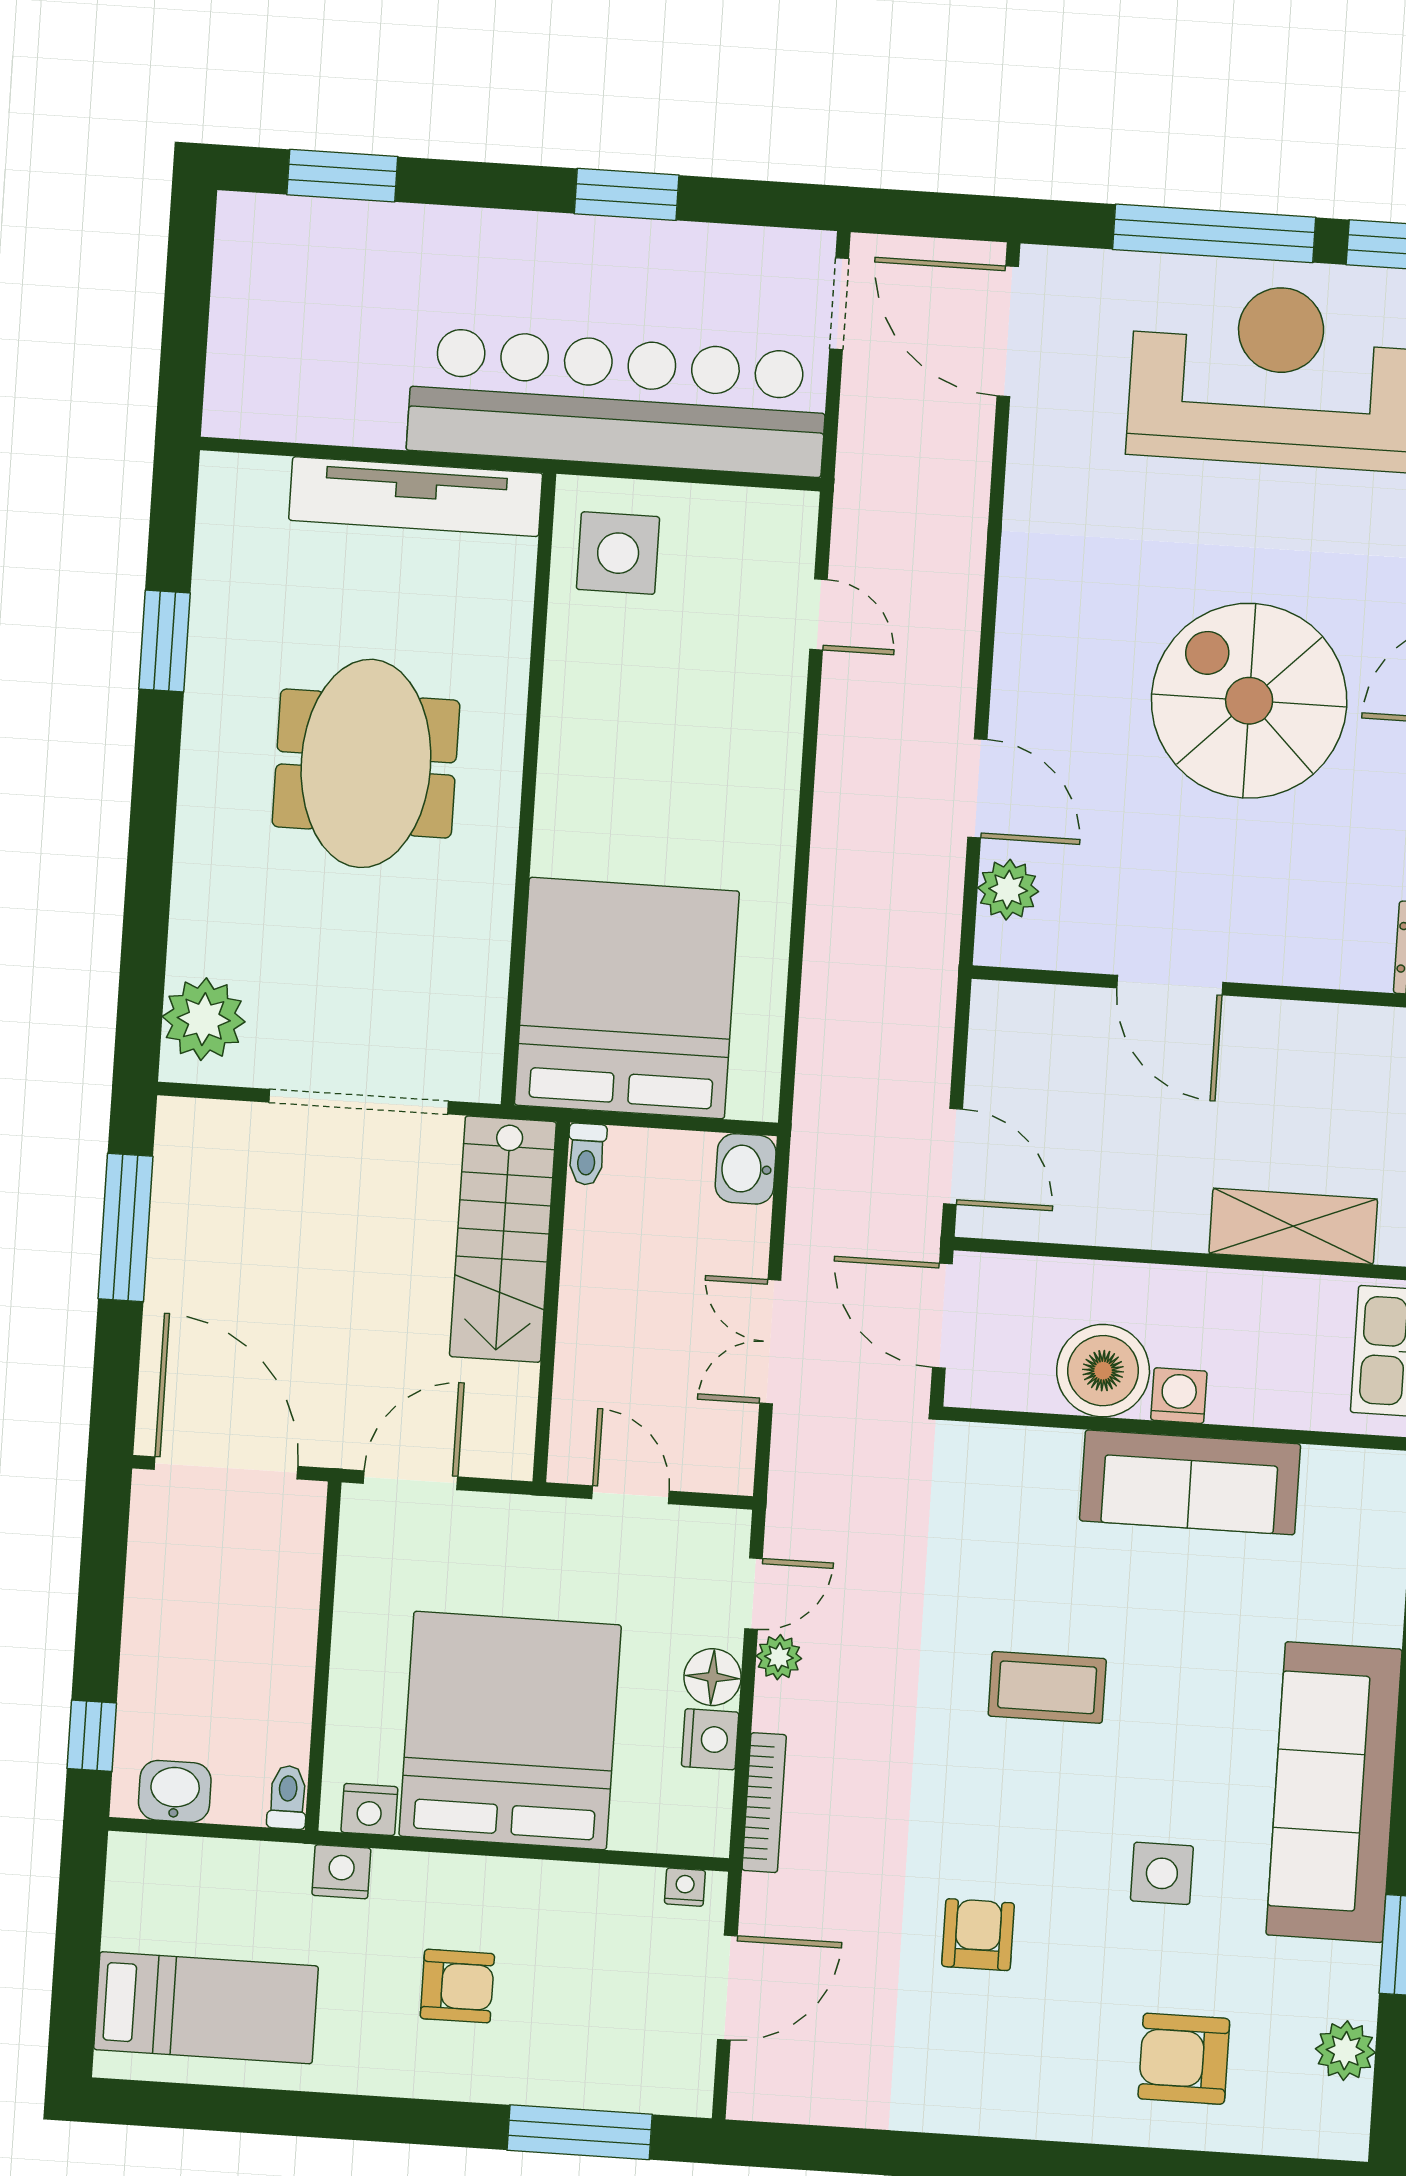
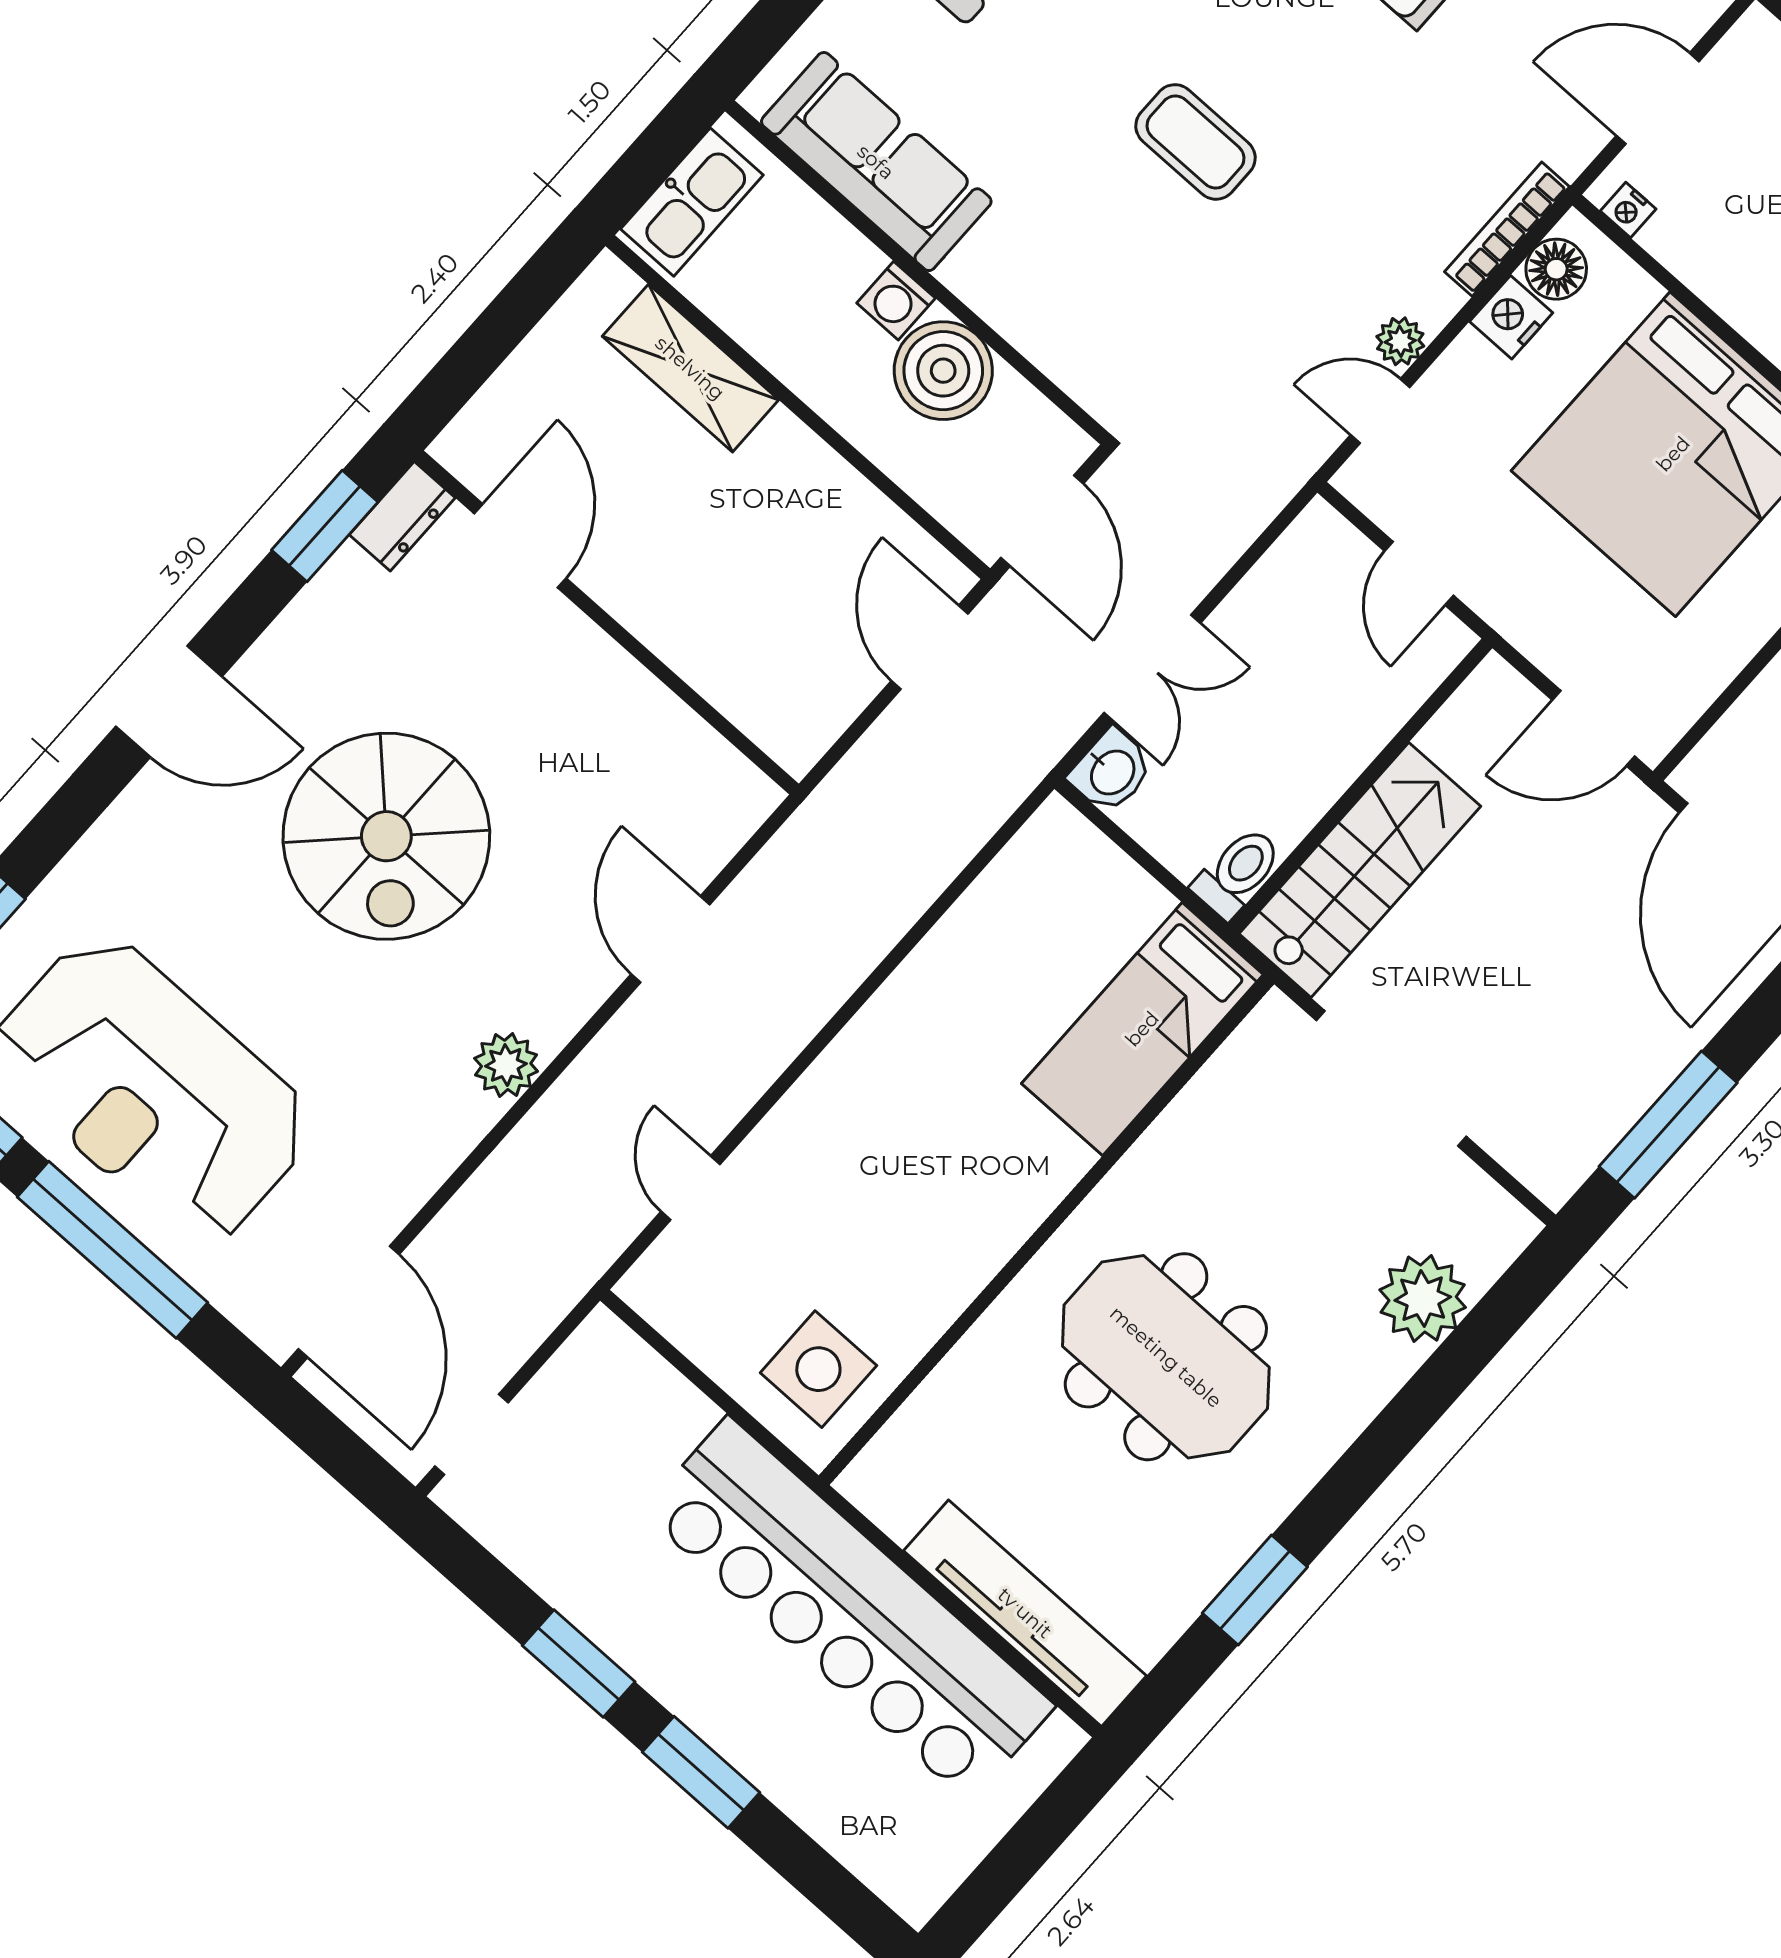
window: (342, 176) -> (701, 1772), moved
bar counter: (618, 402) -> (849, 1609), moved
tv unit: (416, 497) -> (1025, 1613), moved
meeting table: (366, 763) -> (1166, 1357), turned 90
plant: (1008, 890) -> (506, 1065), moved
door: (1170, 985) -> (520, 546), moved
bed: (627, 998) -> (1142, 1029), width x0.49
plant: (204, 1019) -> (1423, 1299), moved
toilet: (587, 1154) -> (1238, 872), width x1.37, depth x1.39
double door: (770, 1342) -> (1152, 668), moved
sofa: (1190, 1482) -> (876, 162), moved
floor lamp: (713, 1677) -> (1556, 269), moved

